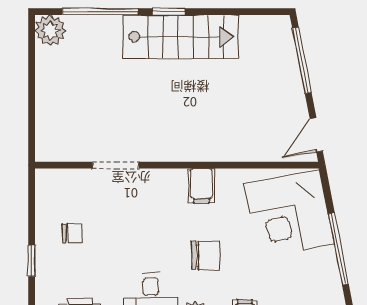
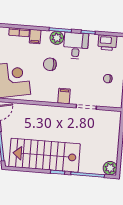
stairs: (181, 37) -> (45, 155), width x1.36, depth x1.51
filing cabinet: (201, 186) -> (64, 96), moved

